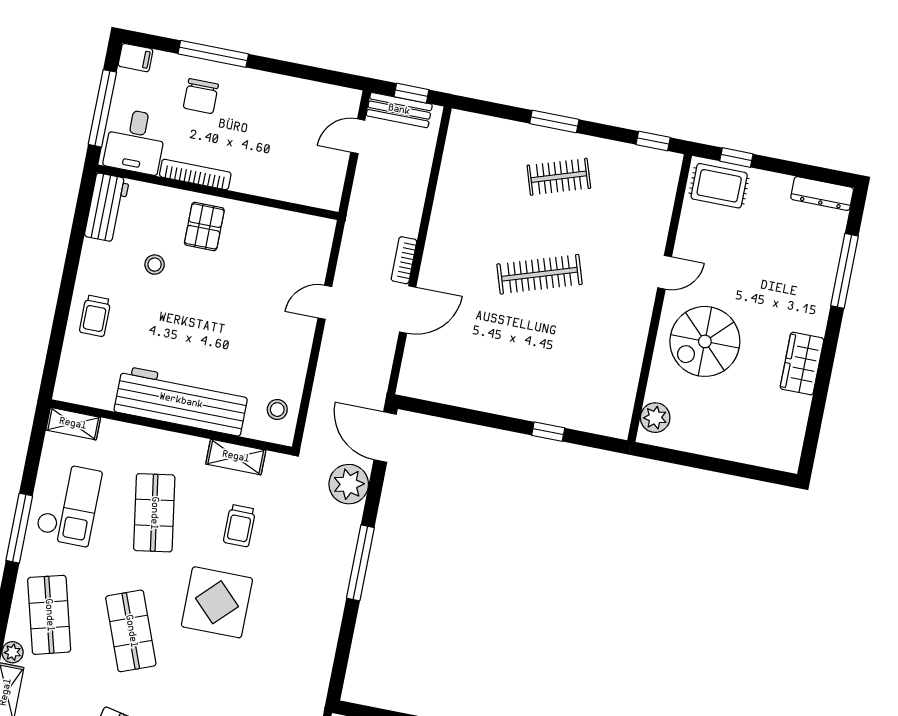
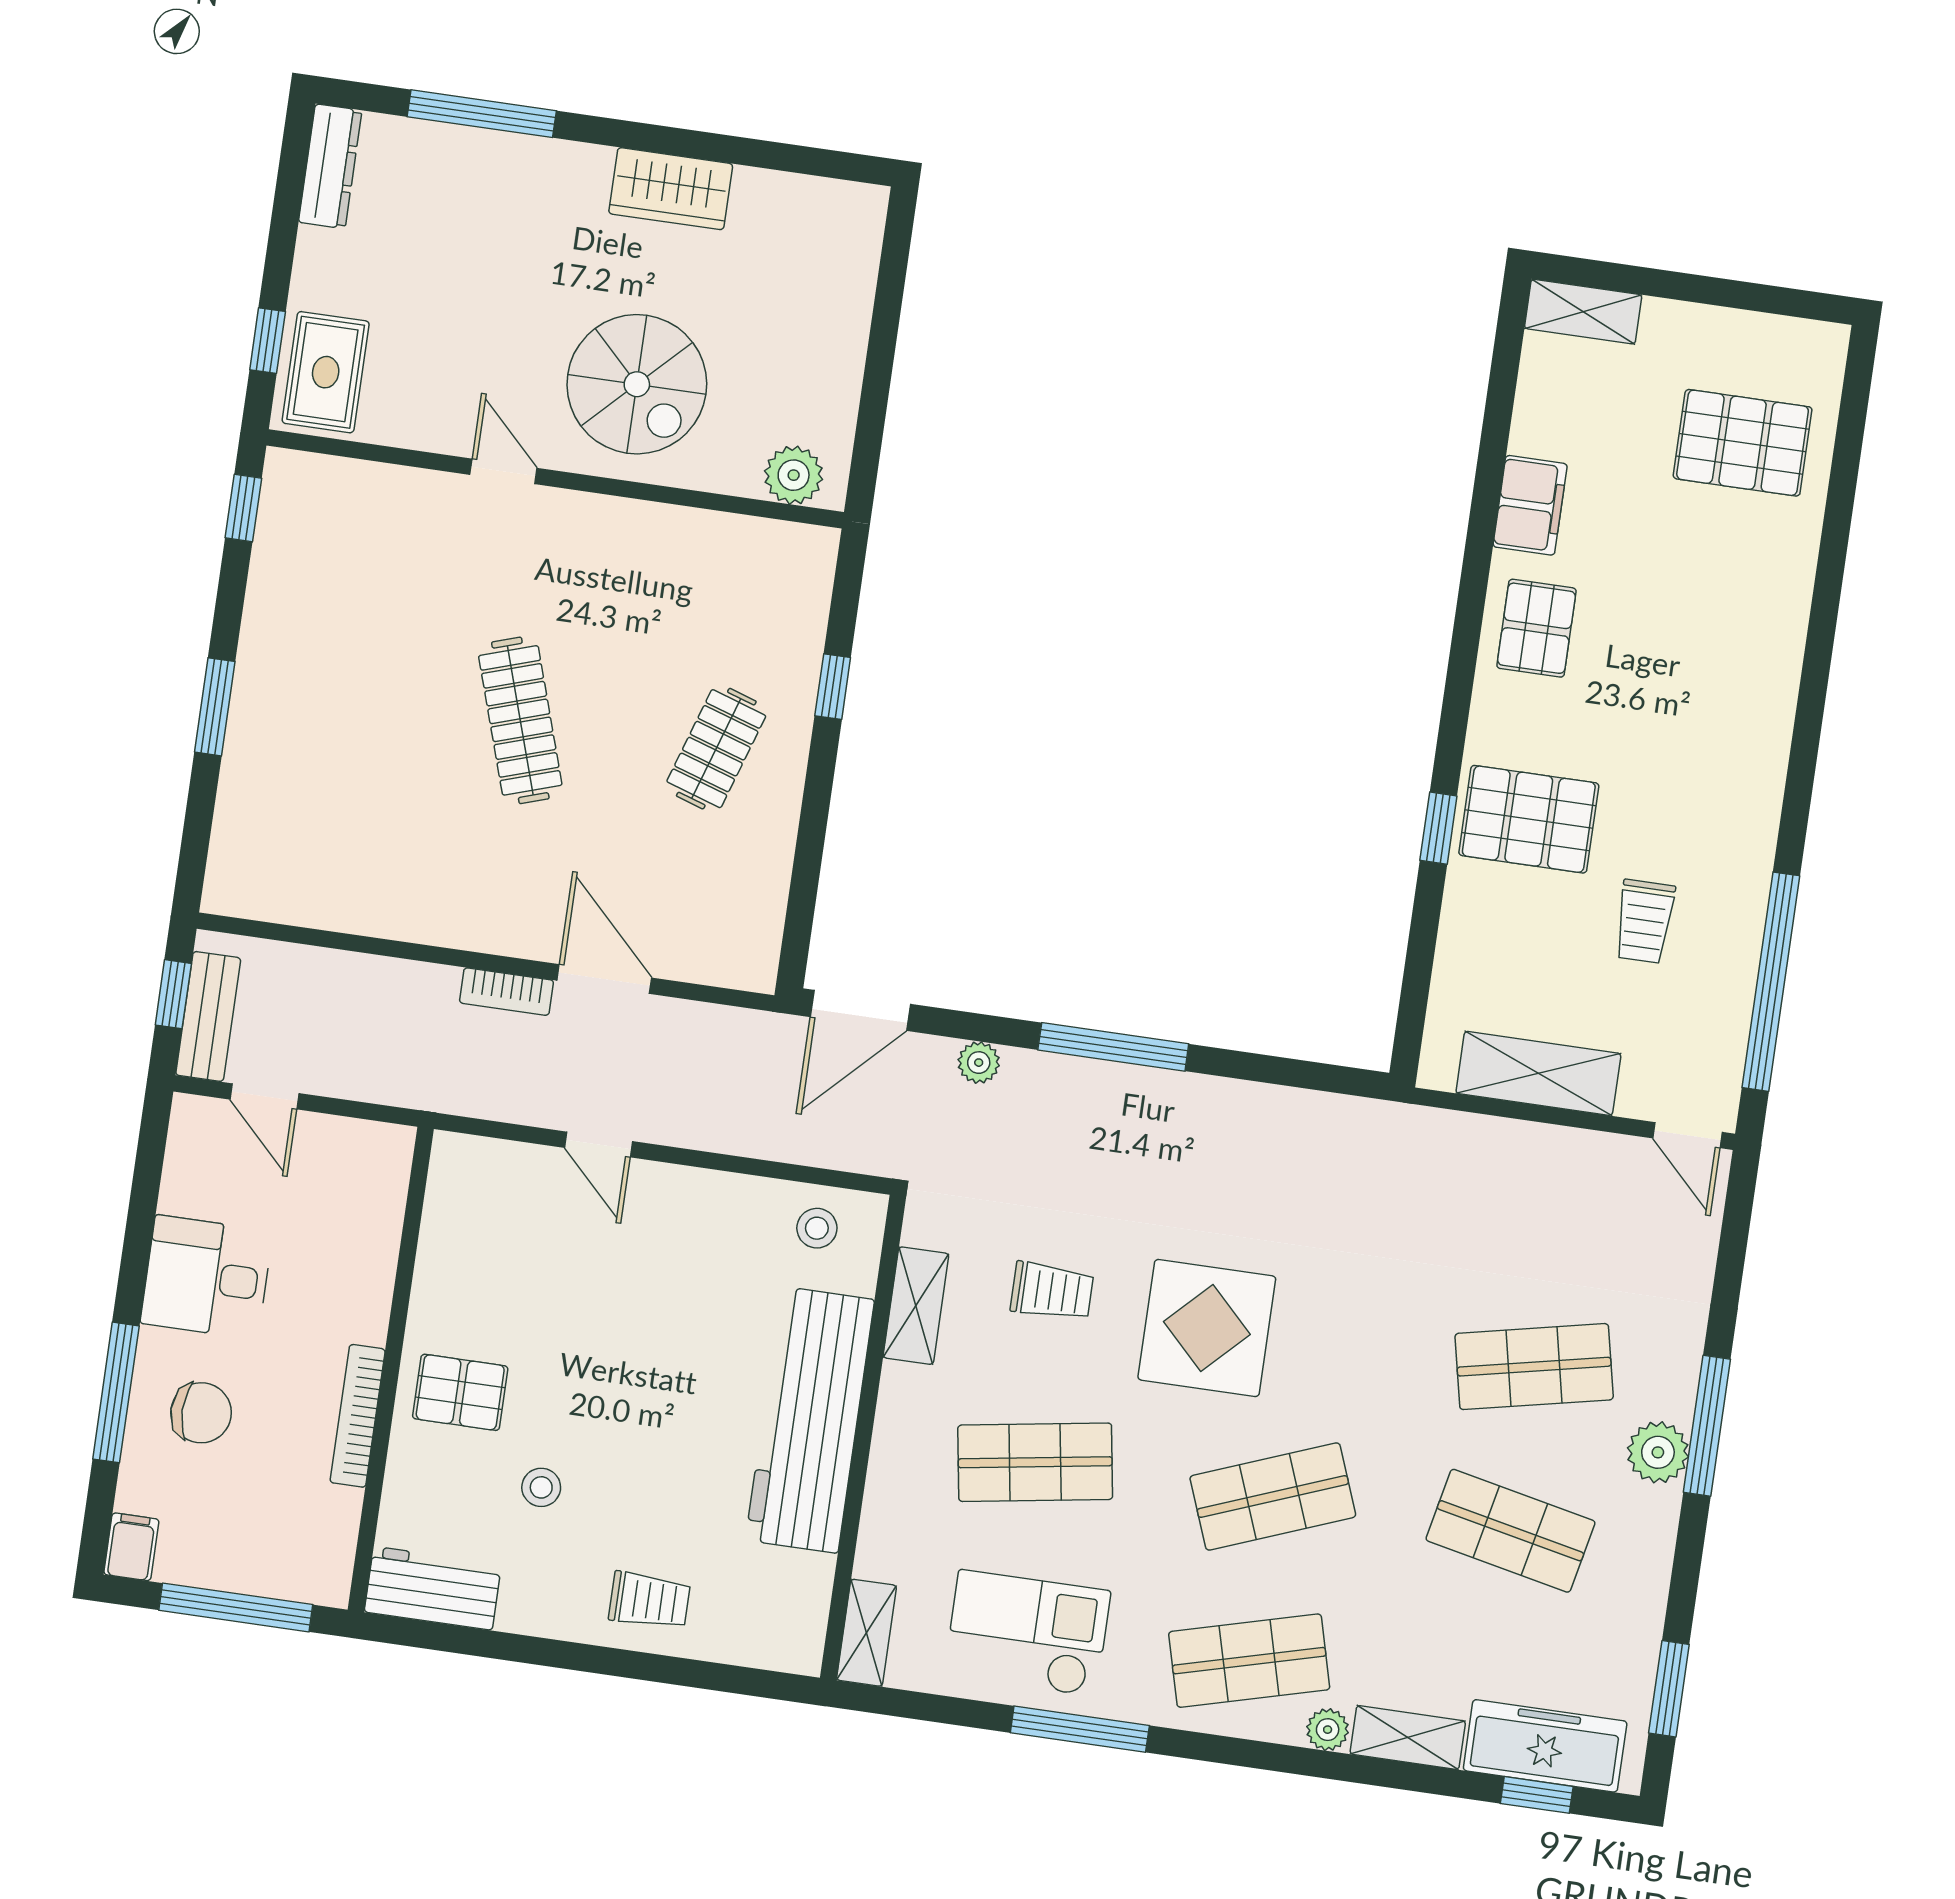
desk: (135, 141) -> (207, 1277), moved, turned 180
clothes rail: (559, 177) -> (716, 749), moved, turned 36
plant: (349, 484) -> (979, 1063), width x0.53, depth x0.53

